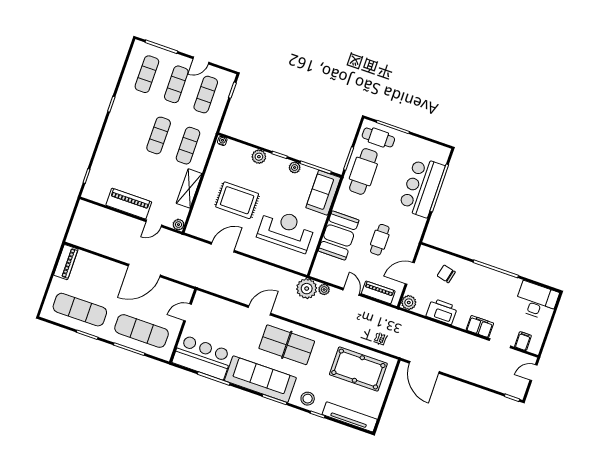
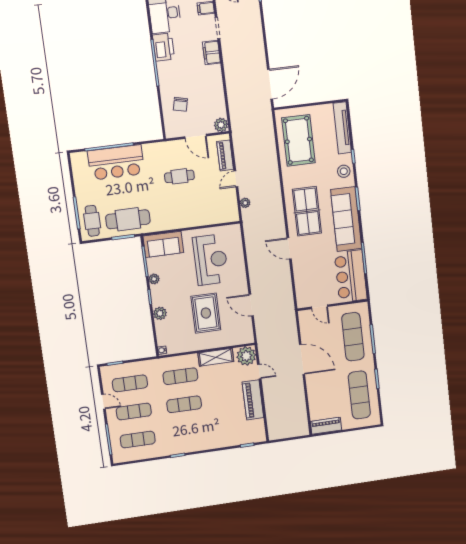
plant: (178, 225) -> (246, 356), width x1.88, depth x1.88
reception desk: (286, 230) -> (211, 260), turned 180
booth: (339, 235) -> (193, 213), removed
plant: (307, 289) -> (252, 218), removed
printer: (442, 311) -> (164, 47), moved, turned 180

